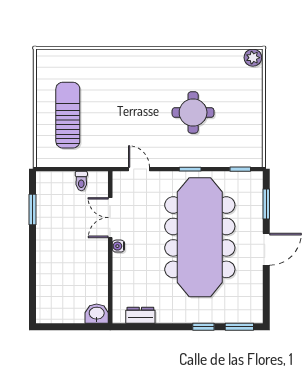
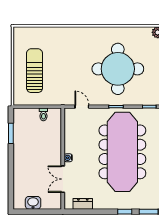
round table: (193, 112) -> (118, 69), width x1.86, depth x1.86
double door: (110, 218) -> (63, 179), moved
washbasin: (97, 314) -> (33, 203), moved

